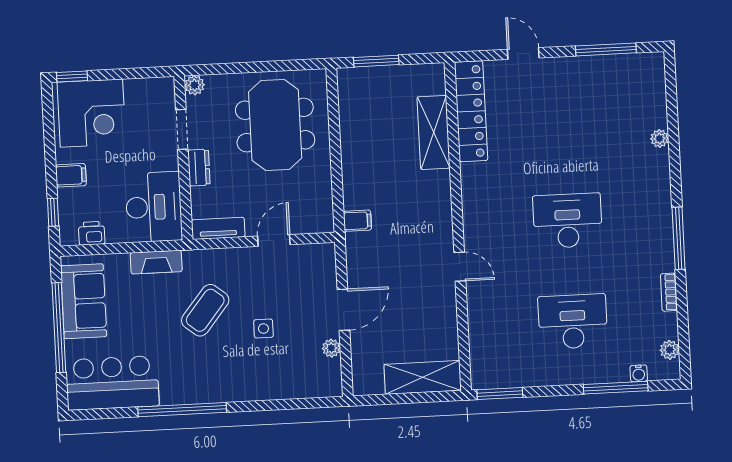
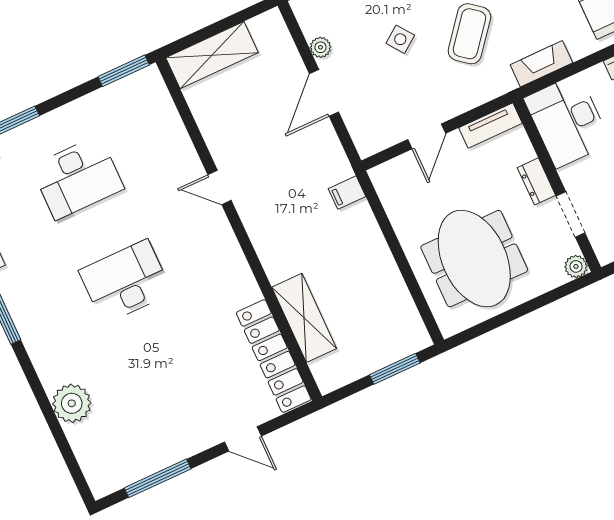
plant: (660, 139) -> (72, 403), width x1.88, depth x1.88
desk: (568, 221) -> (126, 282), turned 180
side table: (263, 329) -> (400, 39), turned -36

